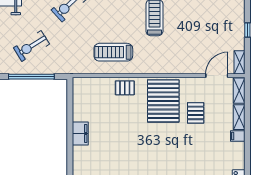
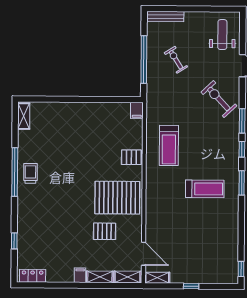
exercise bike: (31, 46) -> (176, 60), width x0.73, depth x0.72
treadmill: (113, 52) -> (169, 145), turned 180
pallet: (125, 88) -> (131, 157), turned 90
filing cabinet: (80, 133) -> (137, 111), moved, width x0.50

